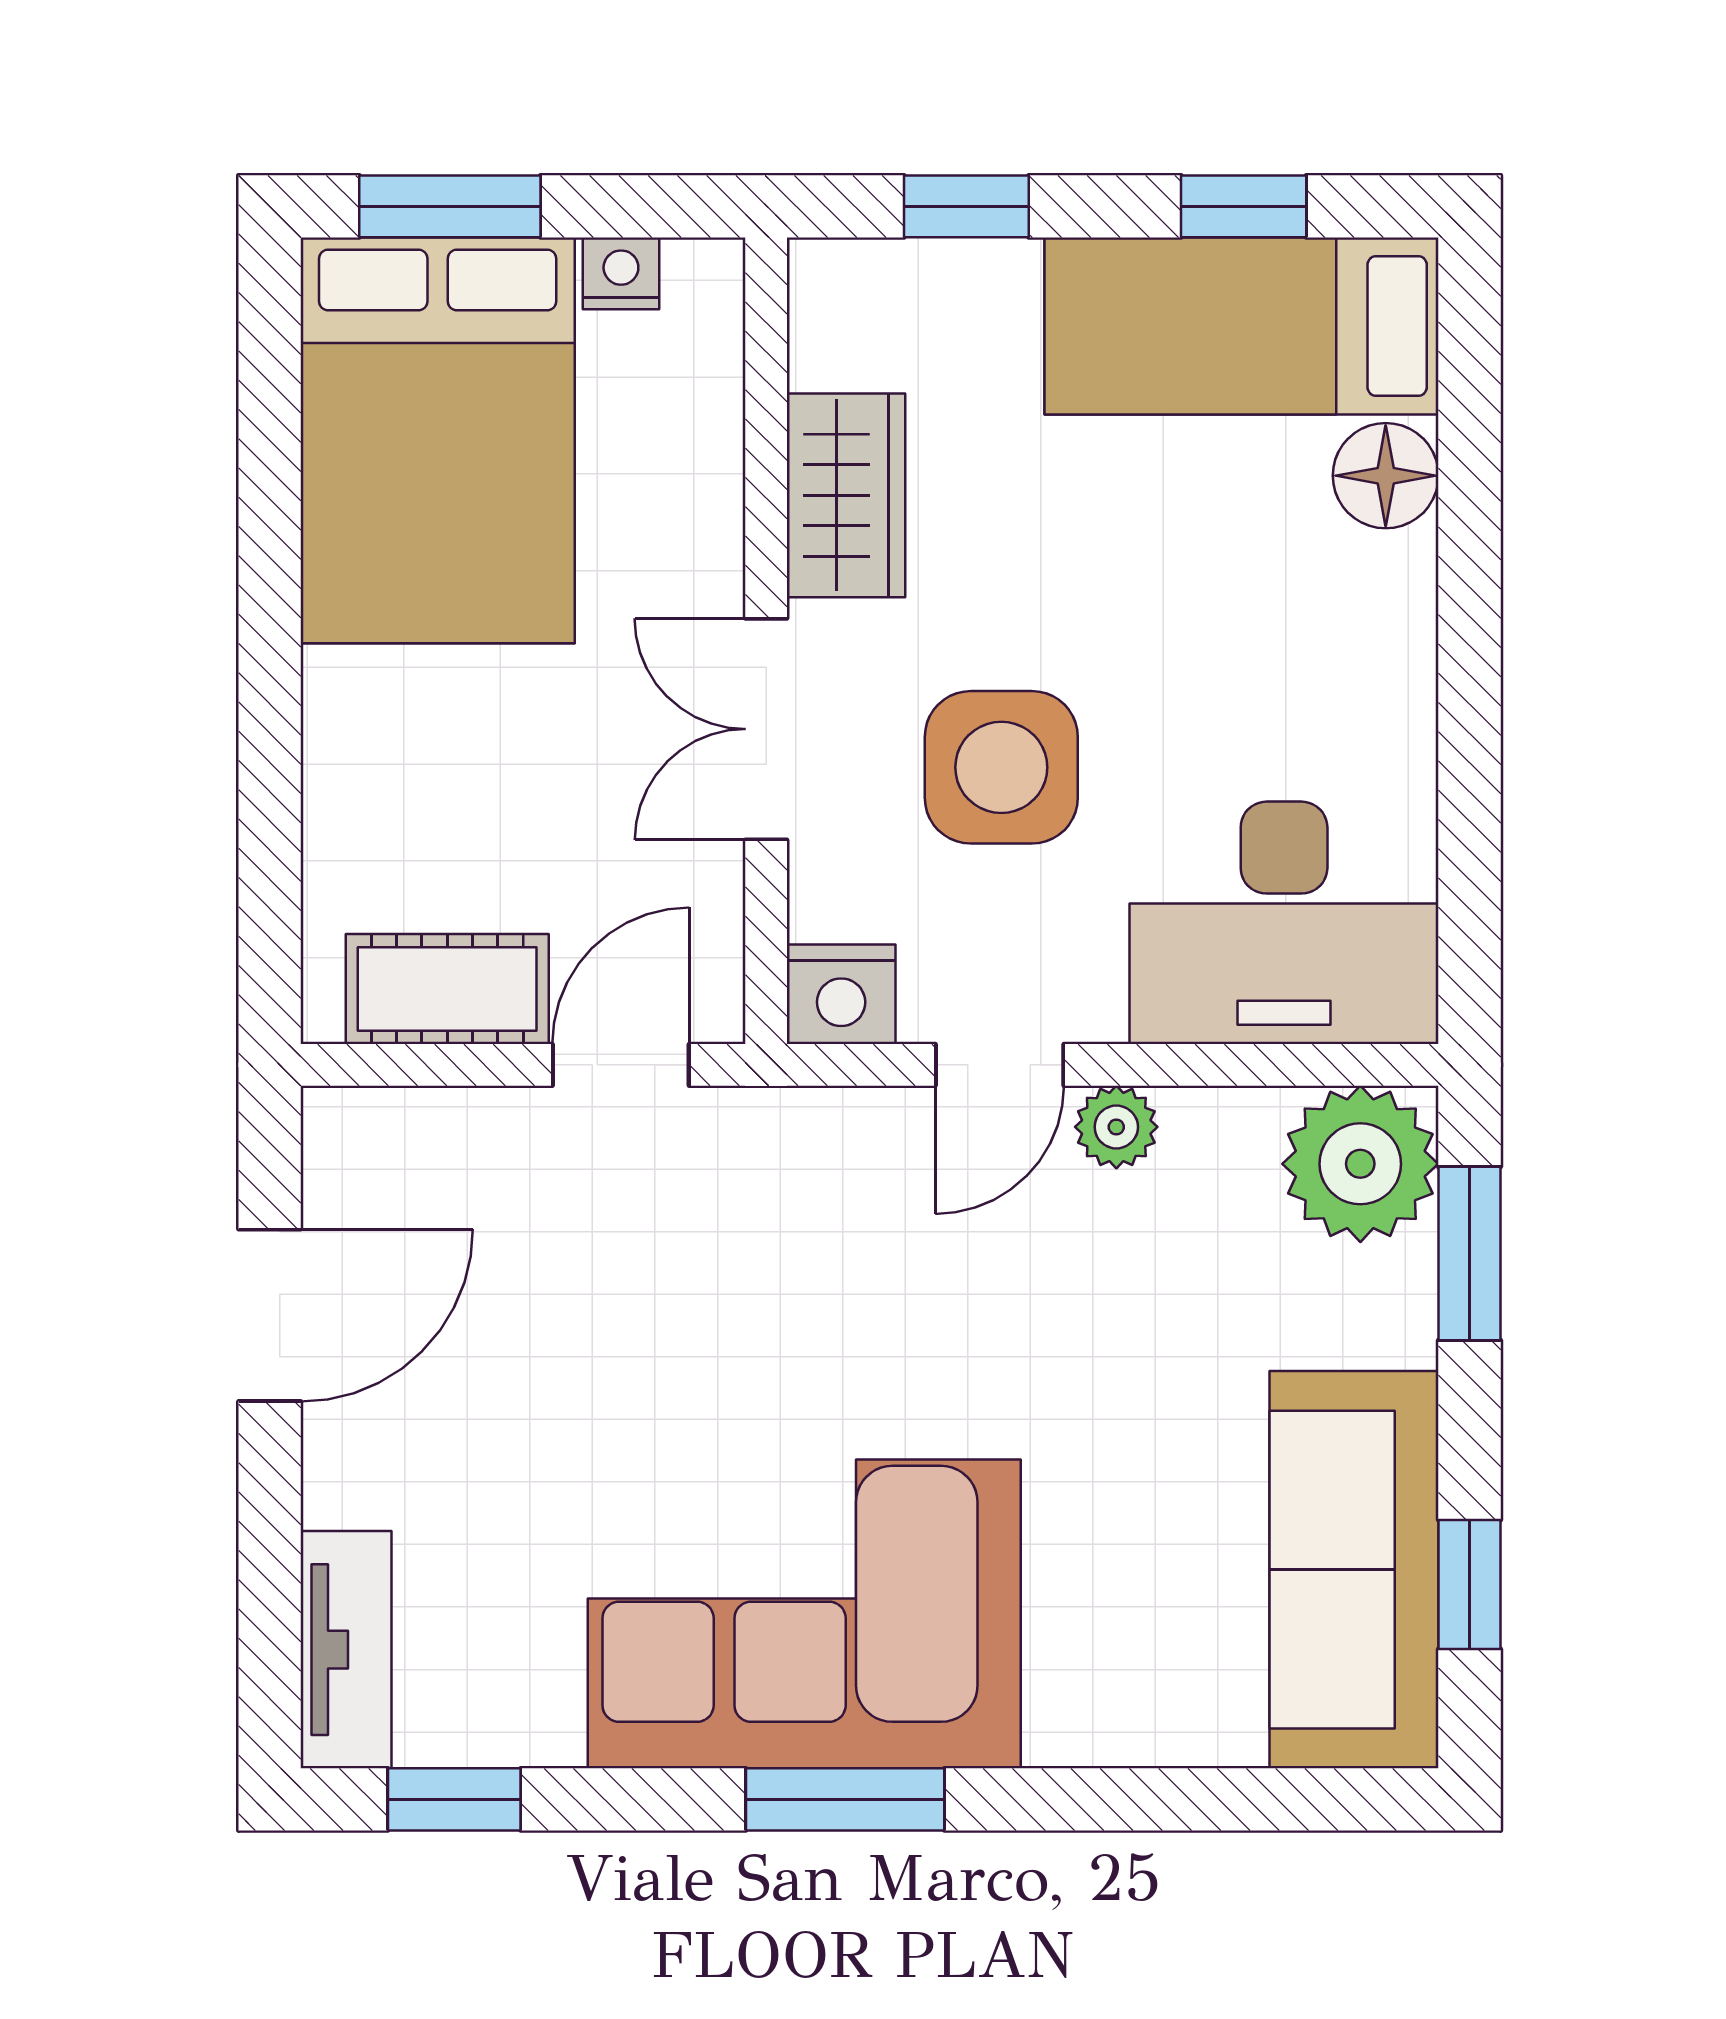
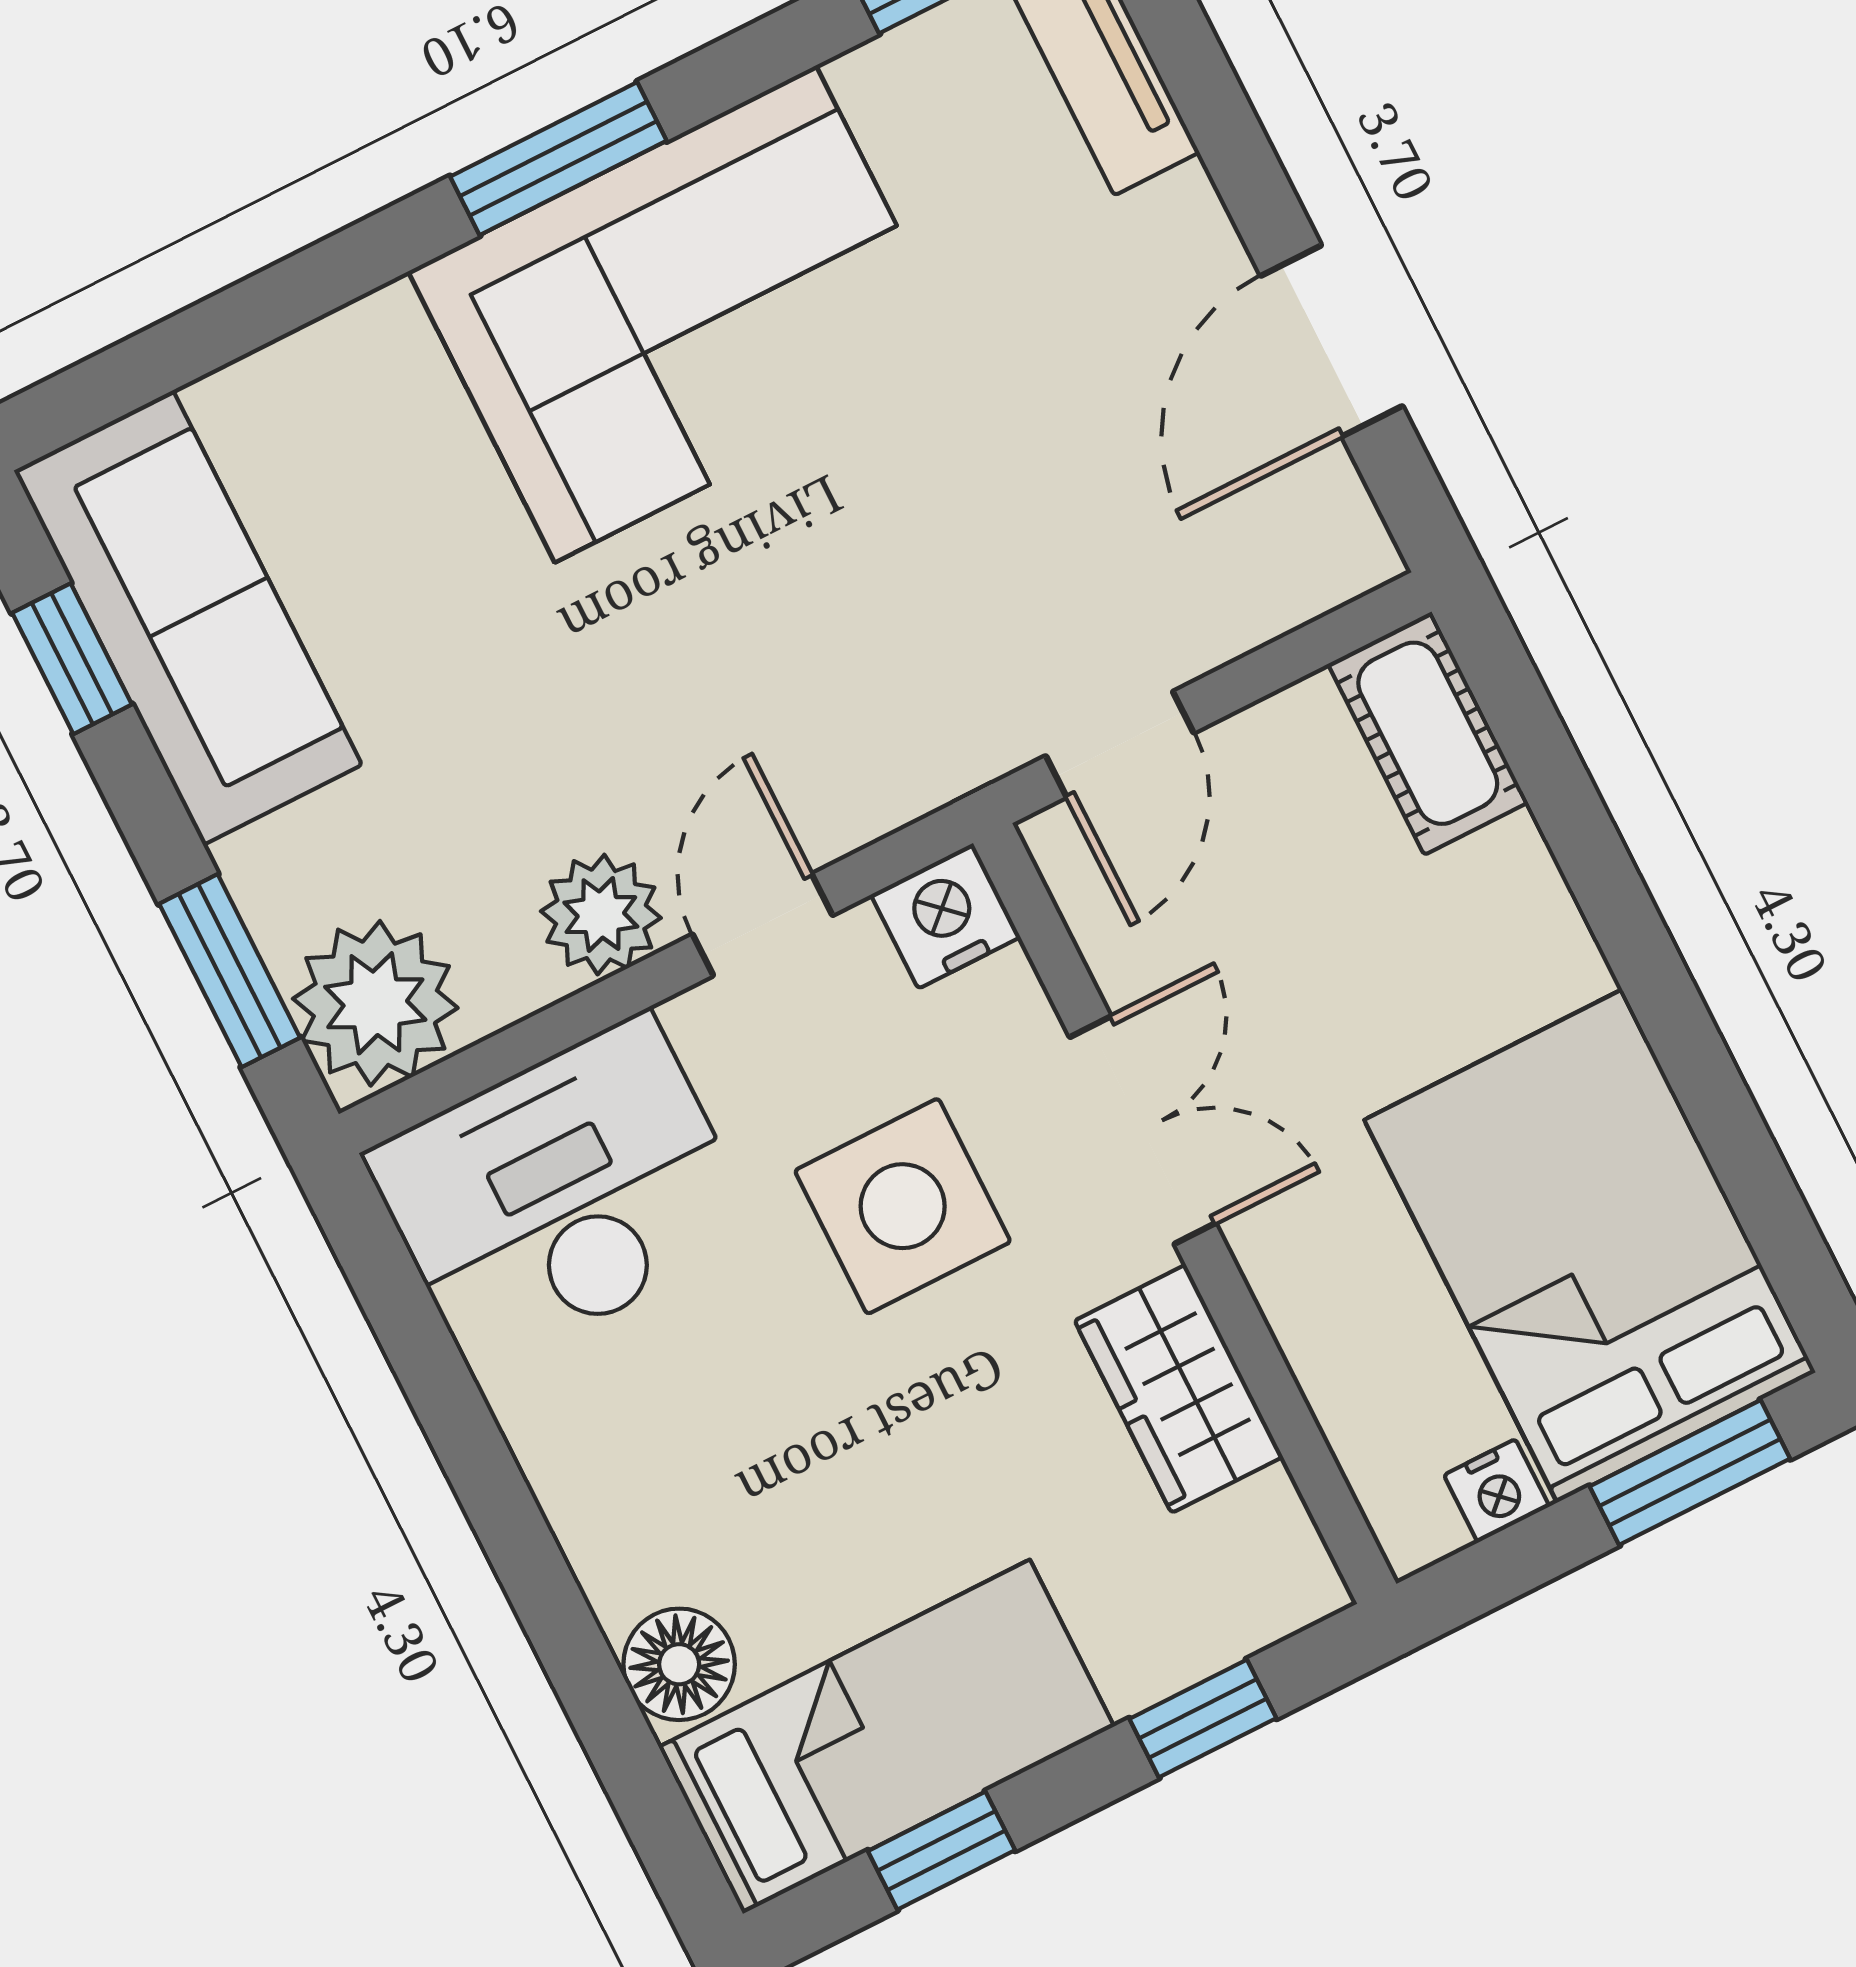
cot: (447, 989) -> (1428, 733), moved, turned 90
plant: (1116, 1127) -> (601, 915), width x1.38, depth x1.38

